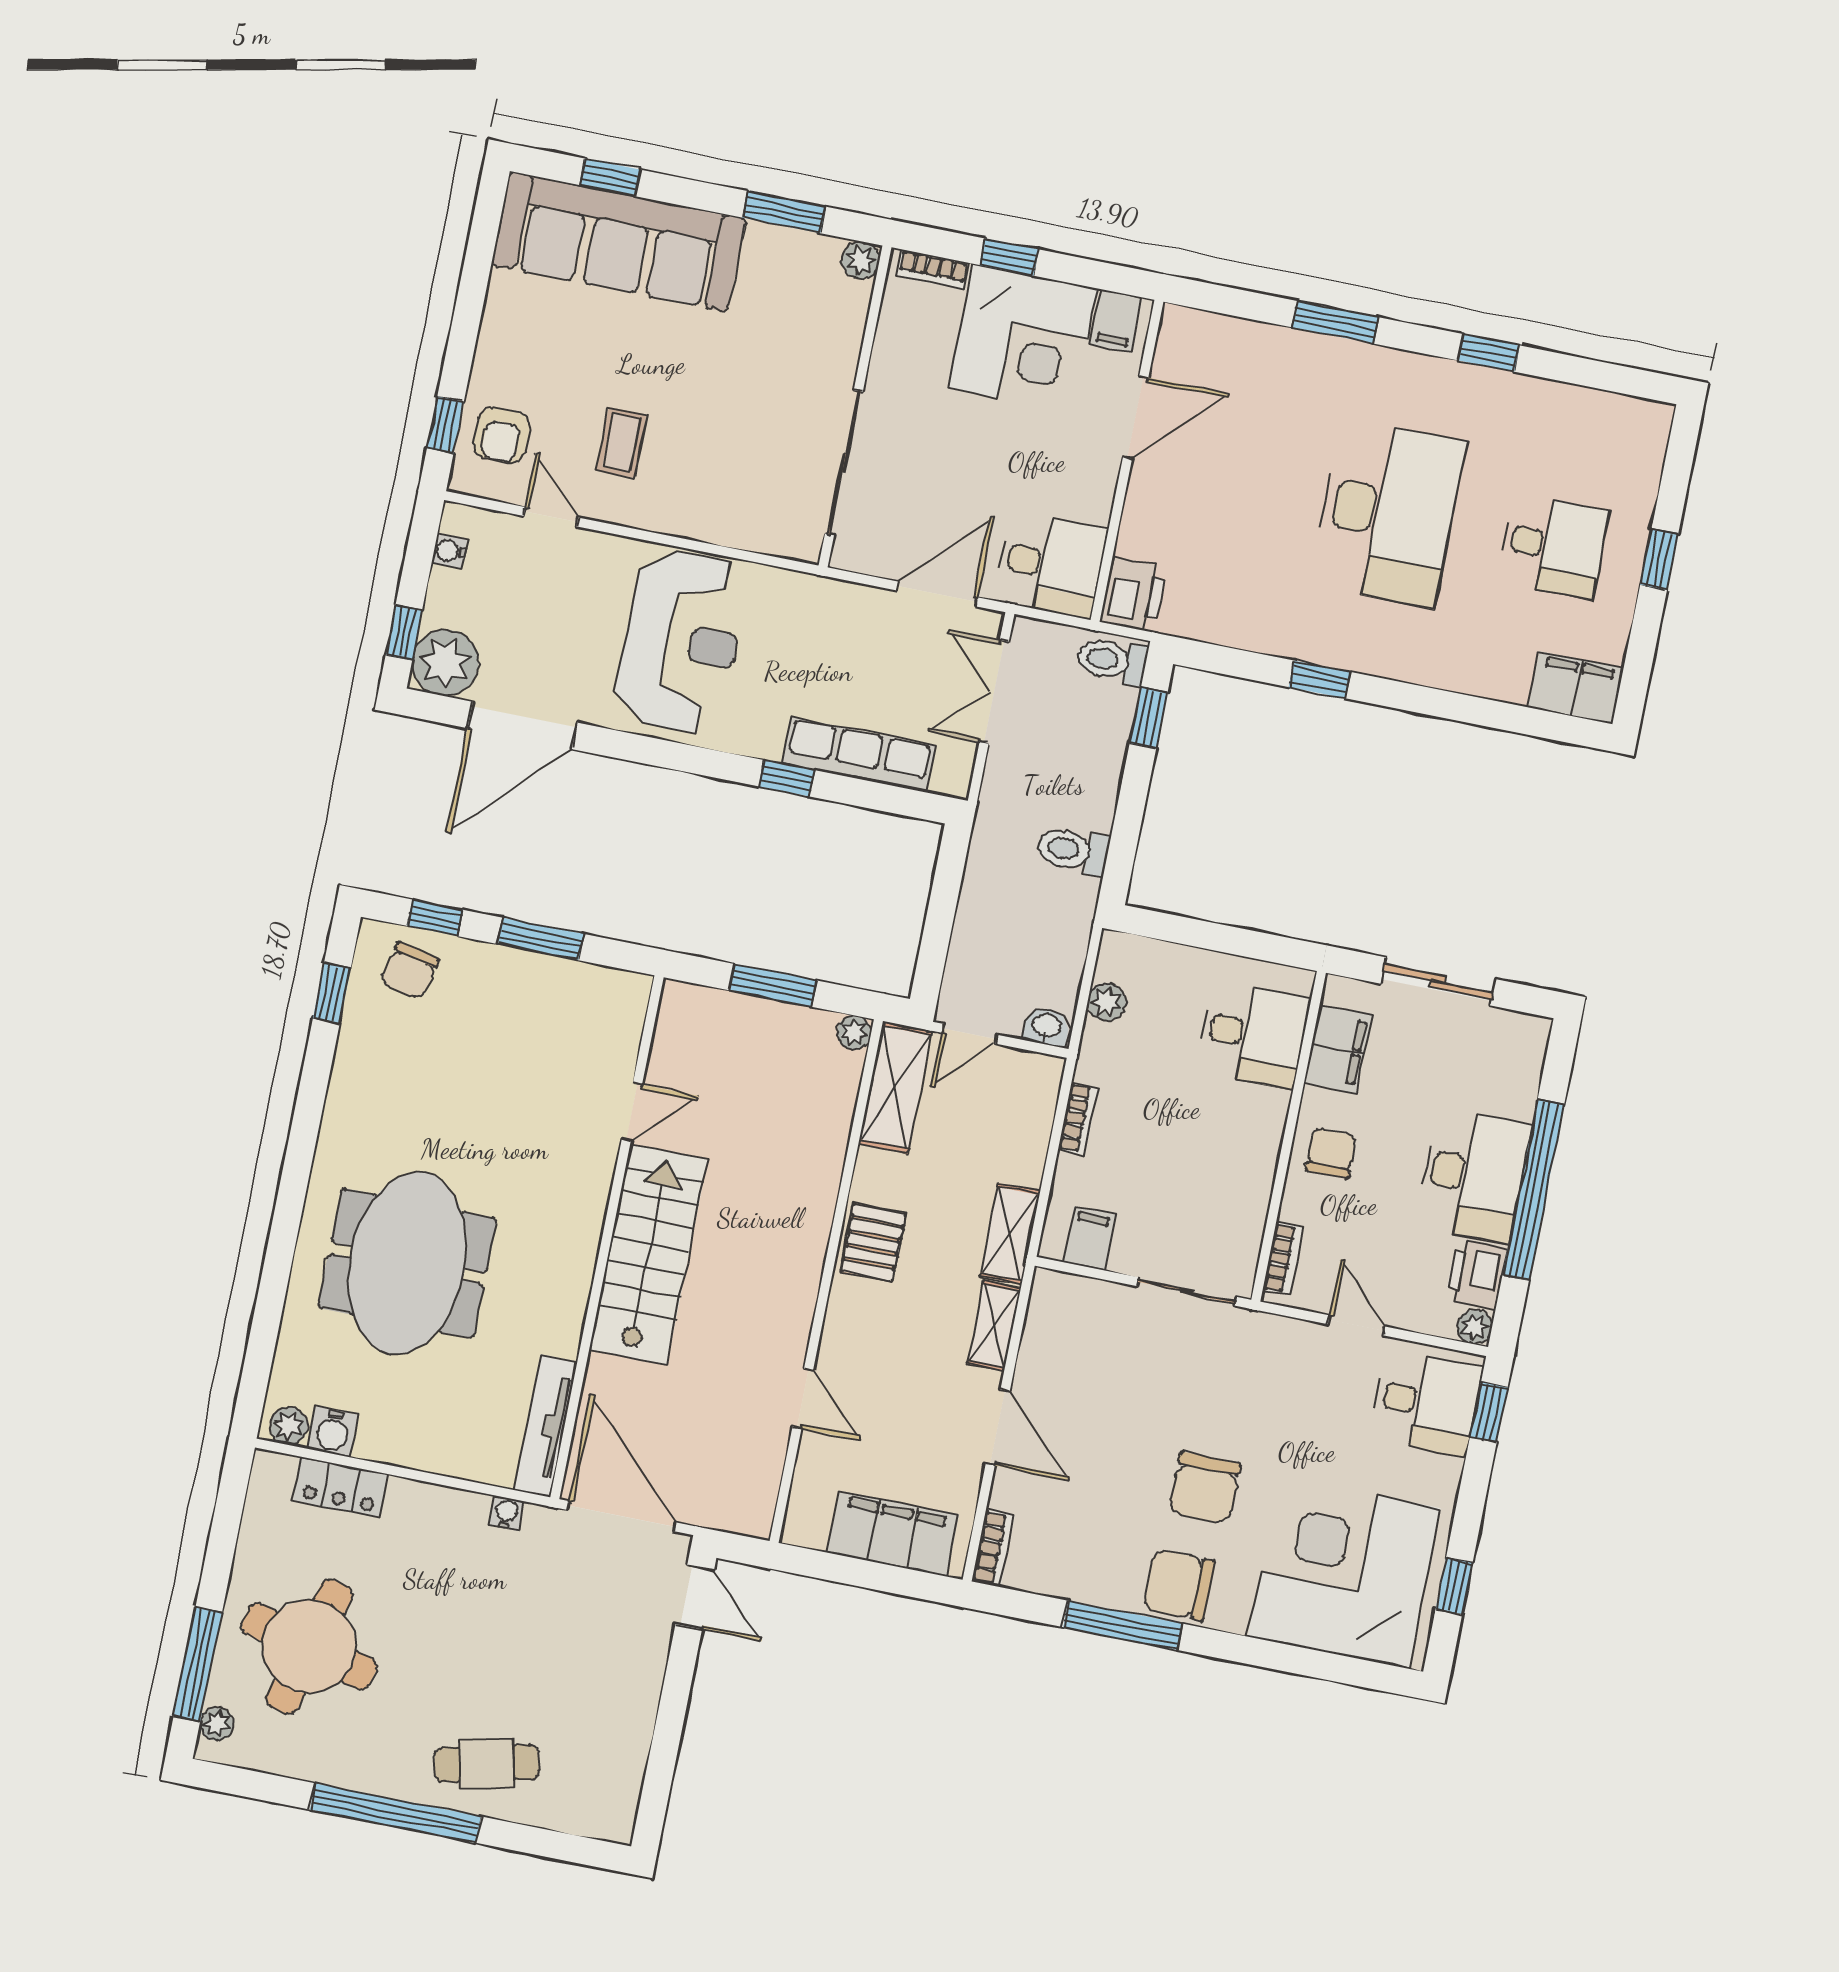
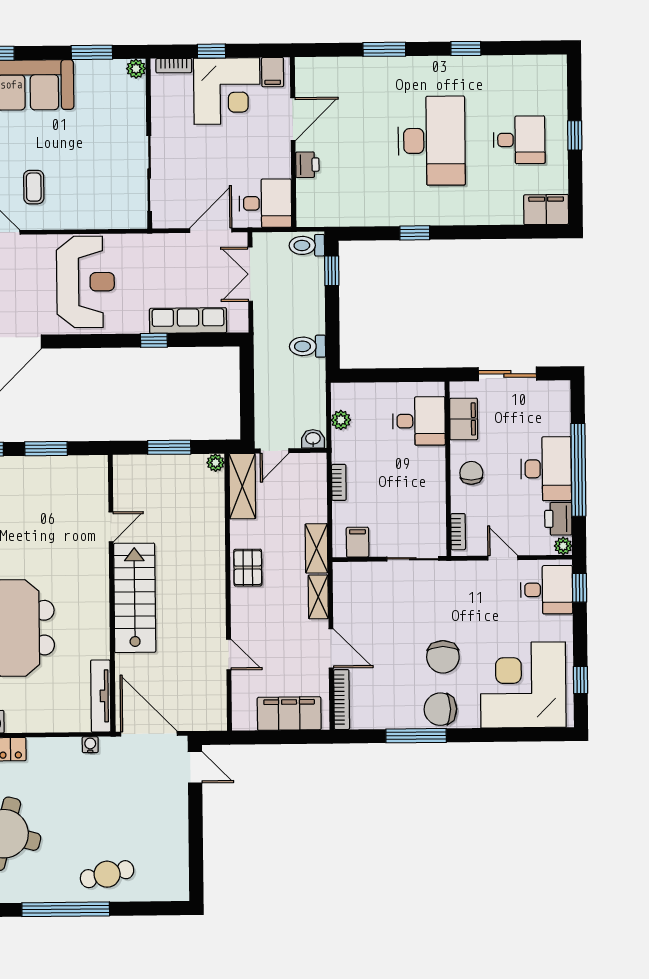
printer: (1133, 594) -> (307, 165), moved, width x0.73, depth x0.81
bookcase: (993, 1548) -> (342, 700), width x1.56

